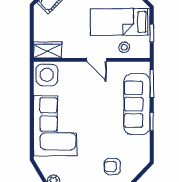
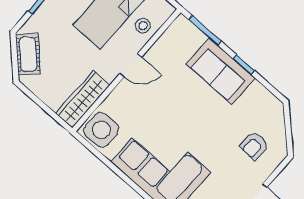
wardrobe: (48, 50) -> (83, 99), width x1.50
sofa: (137, 104) -> (221, 71), width x0.73

